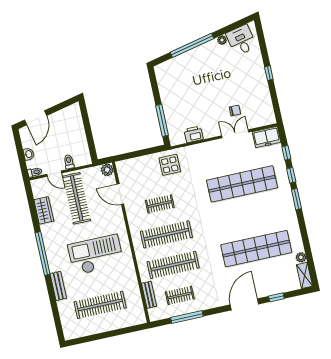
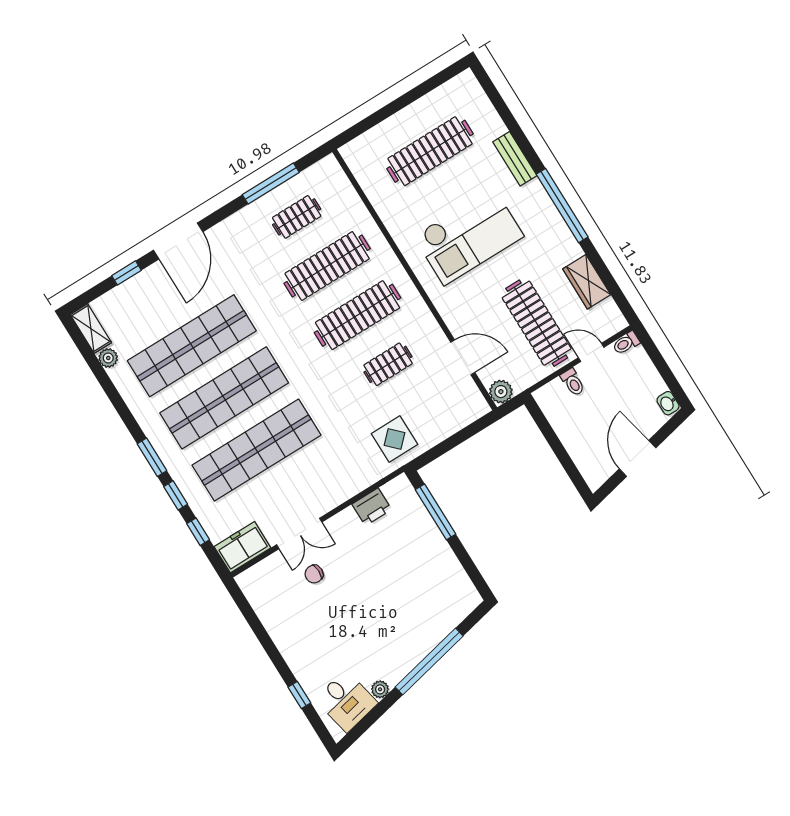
window: (269, 73) -> (299, 695), moved
door: (36, 118) -> (638, 458), moved
washbasin: (29, 154) -> (668, 403), moved
shop shelf: (249, 216) -> (224, 398), added
bench: (149, 295) -> (351, 199), removed

